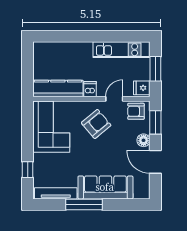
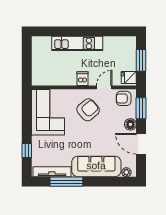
kitchen unit: (122, 50) -> (77, 43), moved
kitchen counter: (58, 89) -> (54, 78), removed
plant: (139, 194) -> (126, 172), added
window: (84, 204) -> (66, 182), moved

